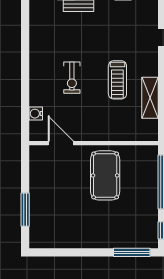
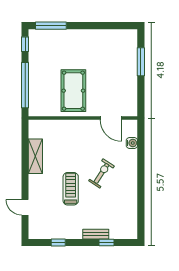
exercise bike: (72, 78) -> (101, 173), turned 33
treadmill: (117, 80) -> (71, 189), moved

